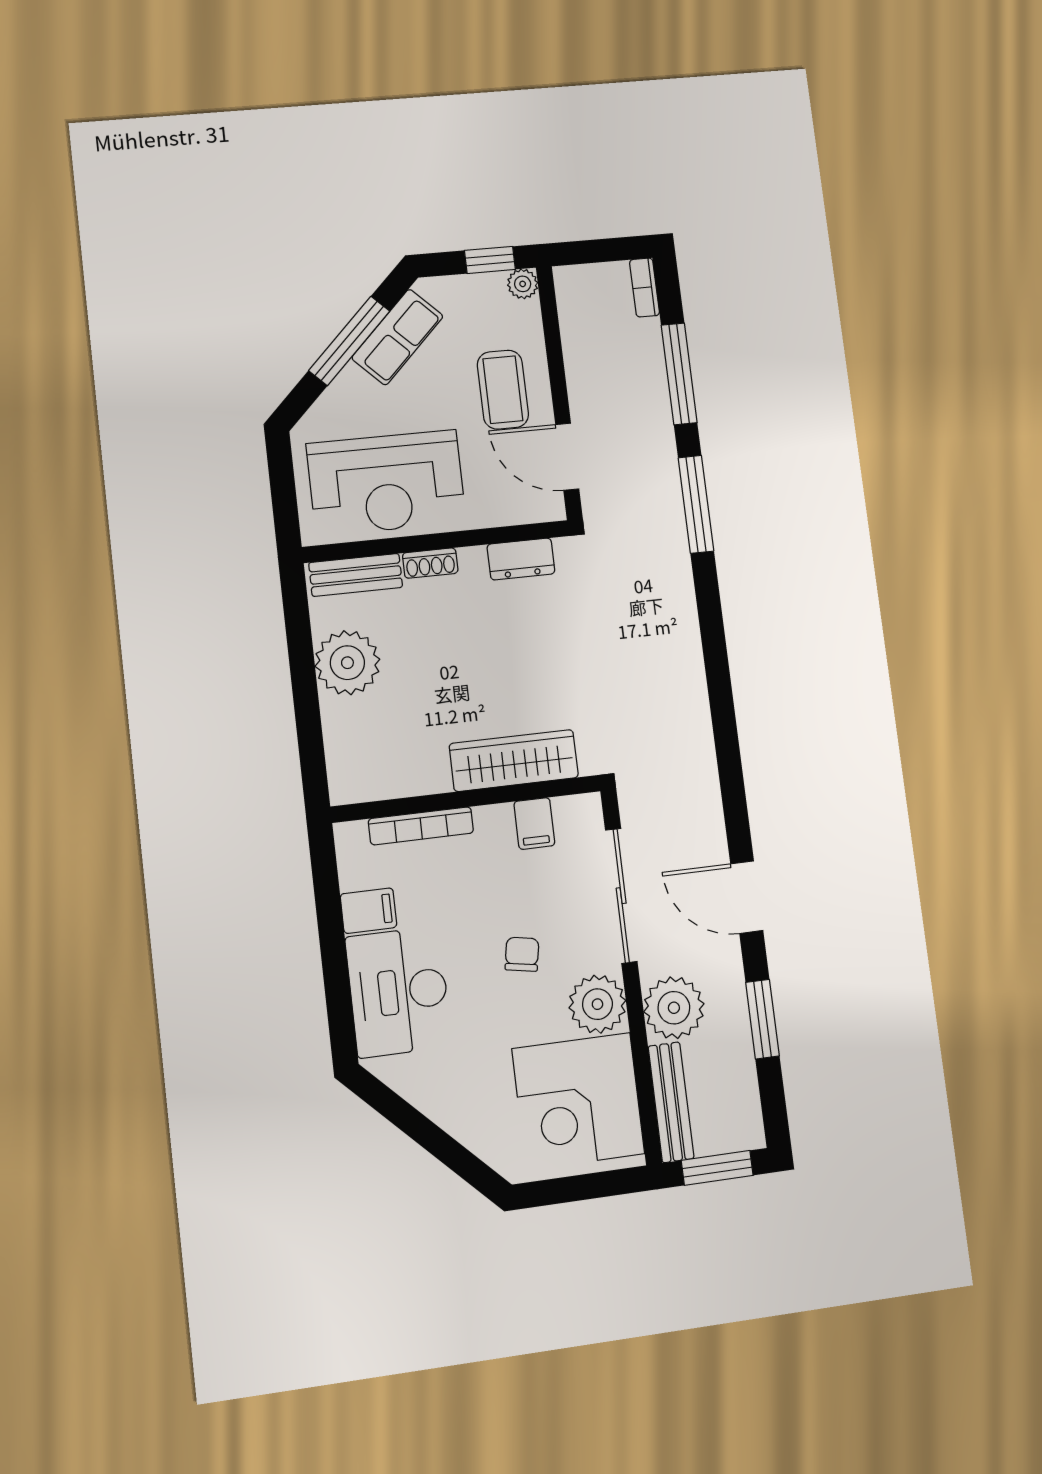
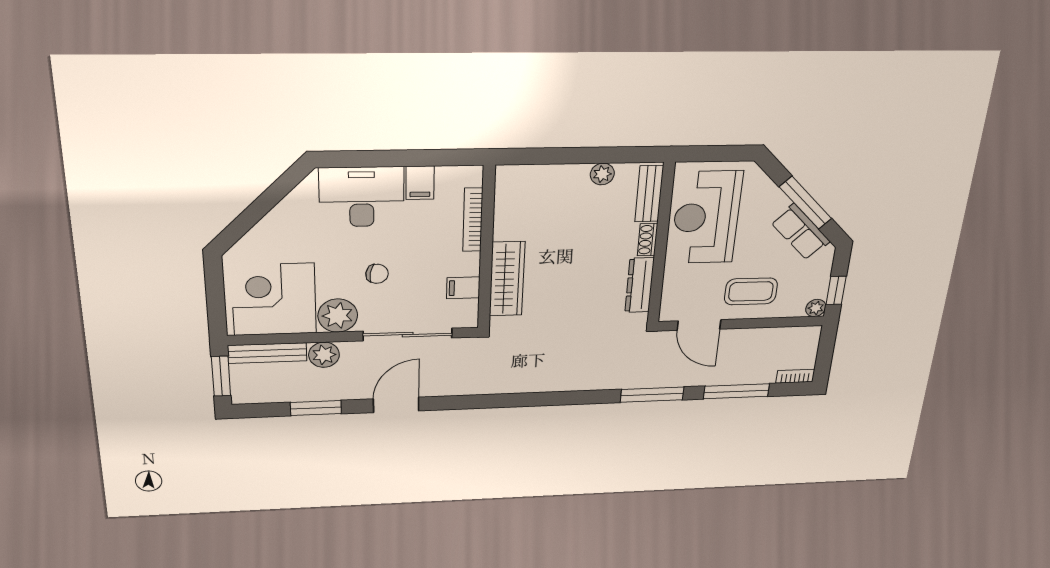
door: (567, 457) -> (699, 325), swing flipped
dresser: (521, 559) -> (640, 285), width x1.44
plant: (347, 663) -> (602, 174), width x0.53, depth x0.53
plant: (674, 1008) -> (324, 355), width x0.73, depth x0.73

